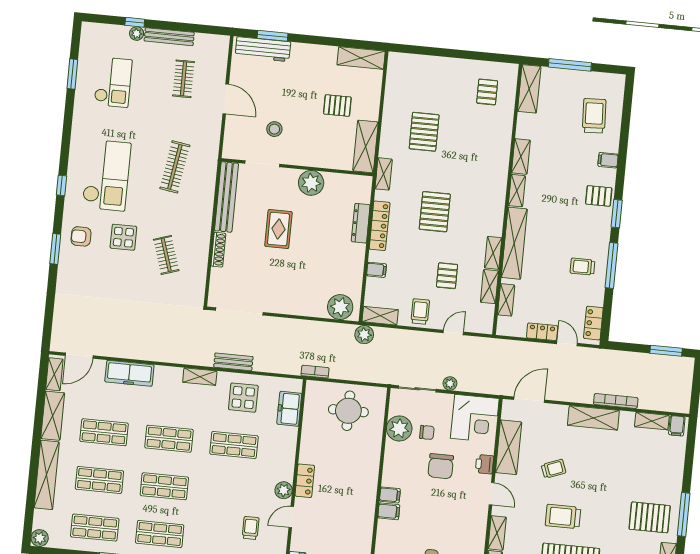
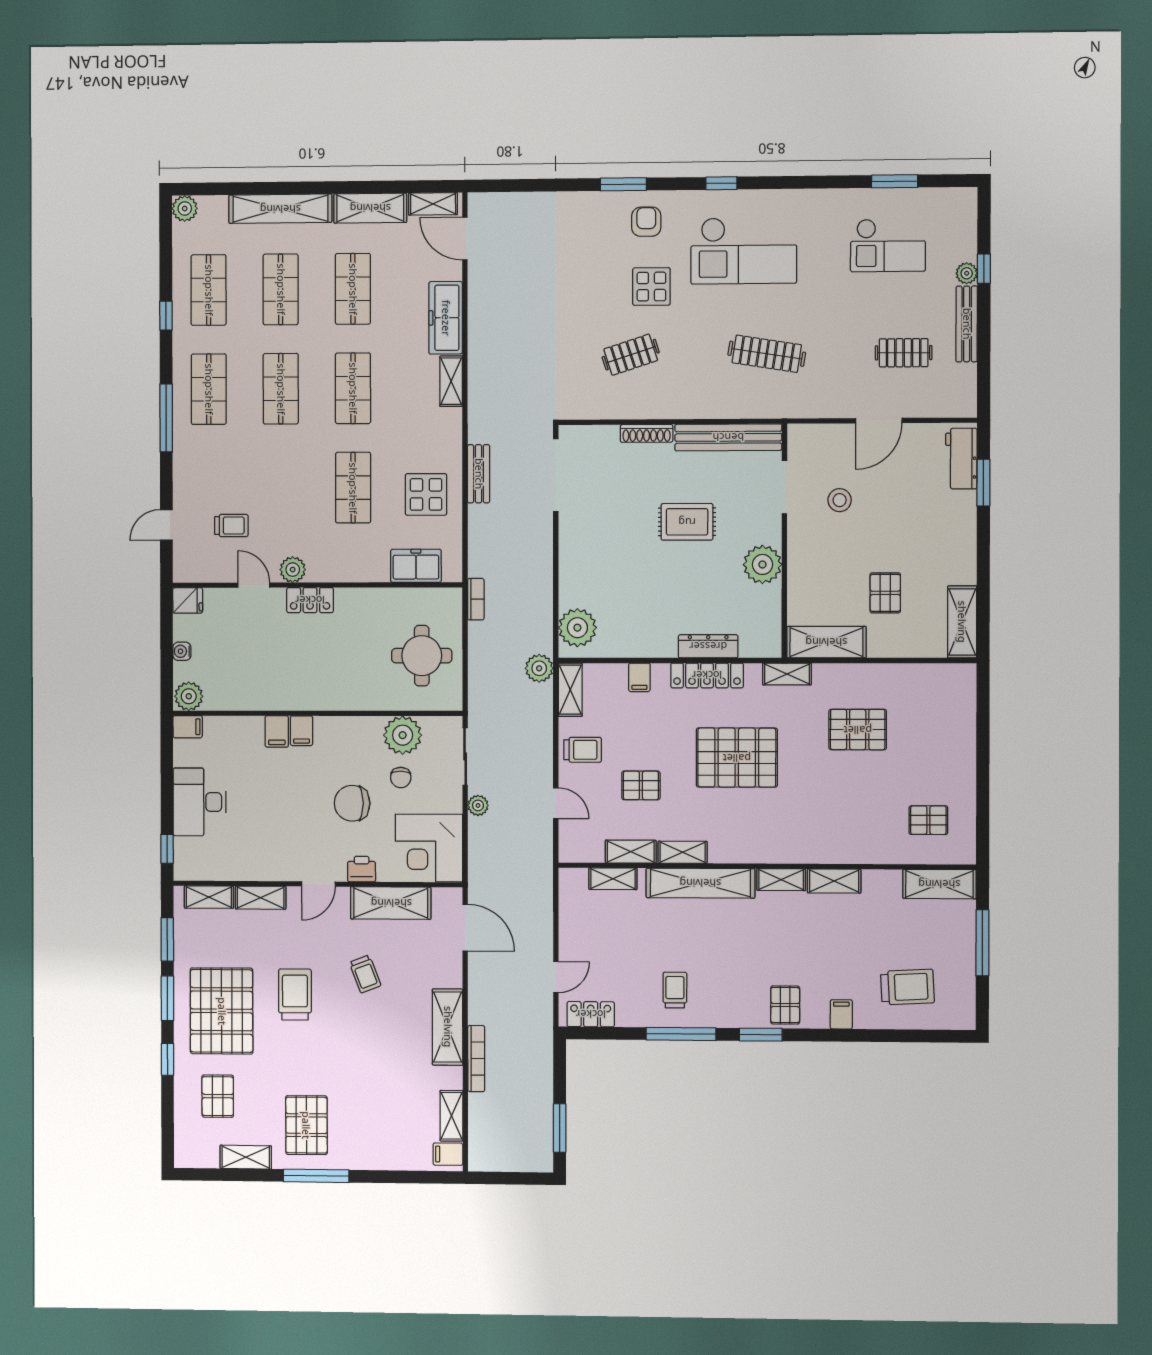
workbench: (263, 49) -> (961, 459), width x0.73
pallet: (435, 212) -> (737, 758), width x1.37, depth x1.41
locker: (542, 332) -> (570, 938), removed
shelving: (200, 377) -> (451, 381), moved

